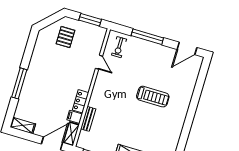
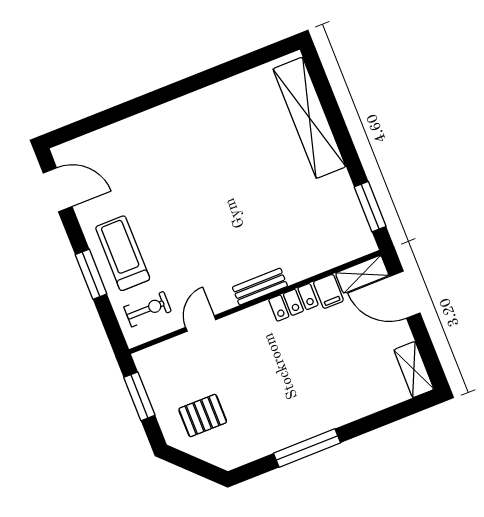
window: (147, 37) -> (91, 274), width x0.69
window: (19, 83) -> (307, 448), moved
treadmill: (153, 97) -> (123, 253), moved
bench: (88, 119) -> (260, 287), moved

